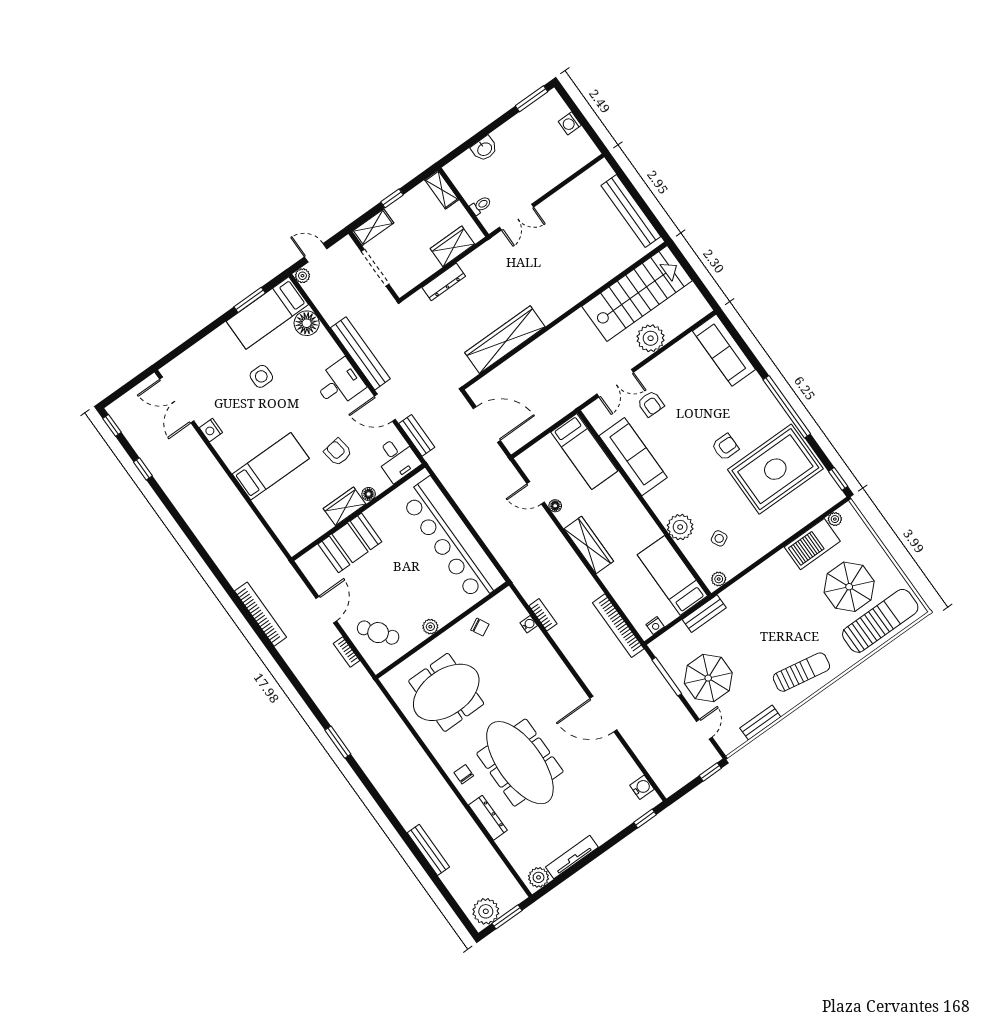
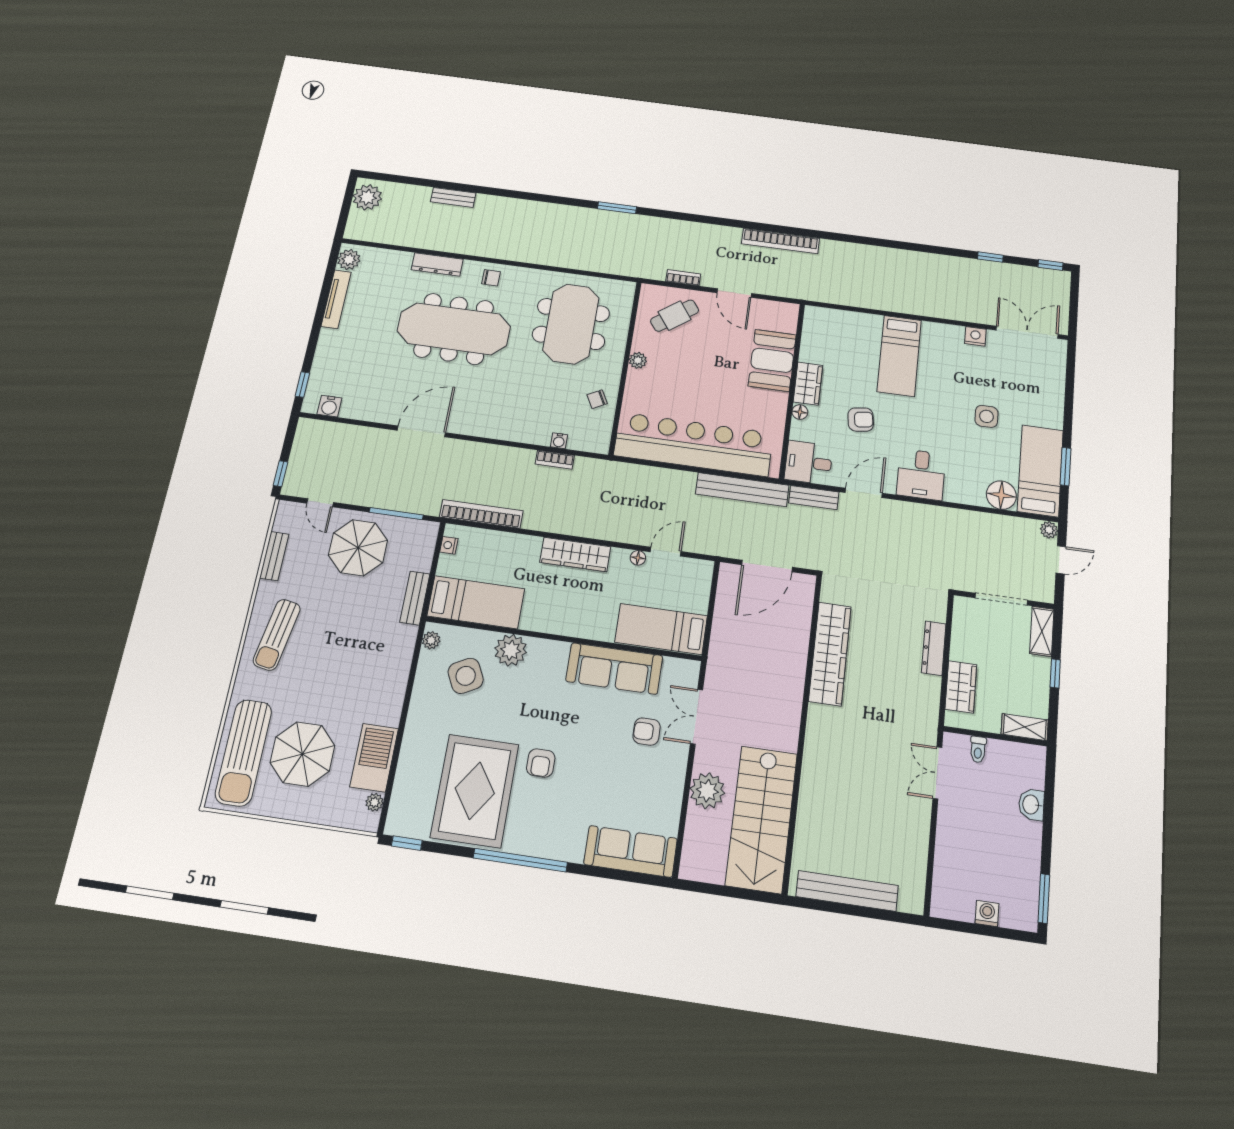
bench: (360, 353) -> (742, 490), moved
side table: (719, 538) -> (466, 676), width x1.87, depth x1.87
bench: (428, 850) -> (453, 197), width x0.73
window: (507, 917) -> (346, 209), removed

